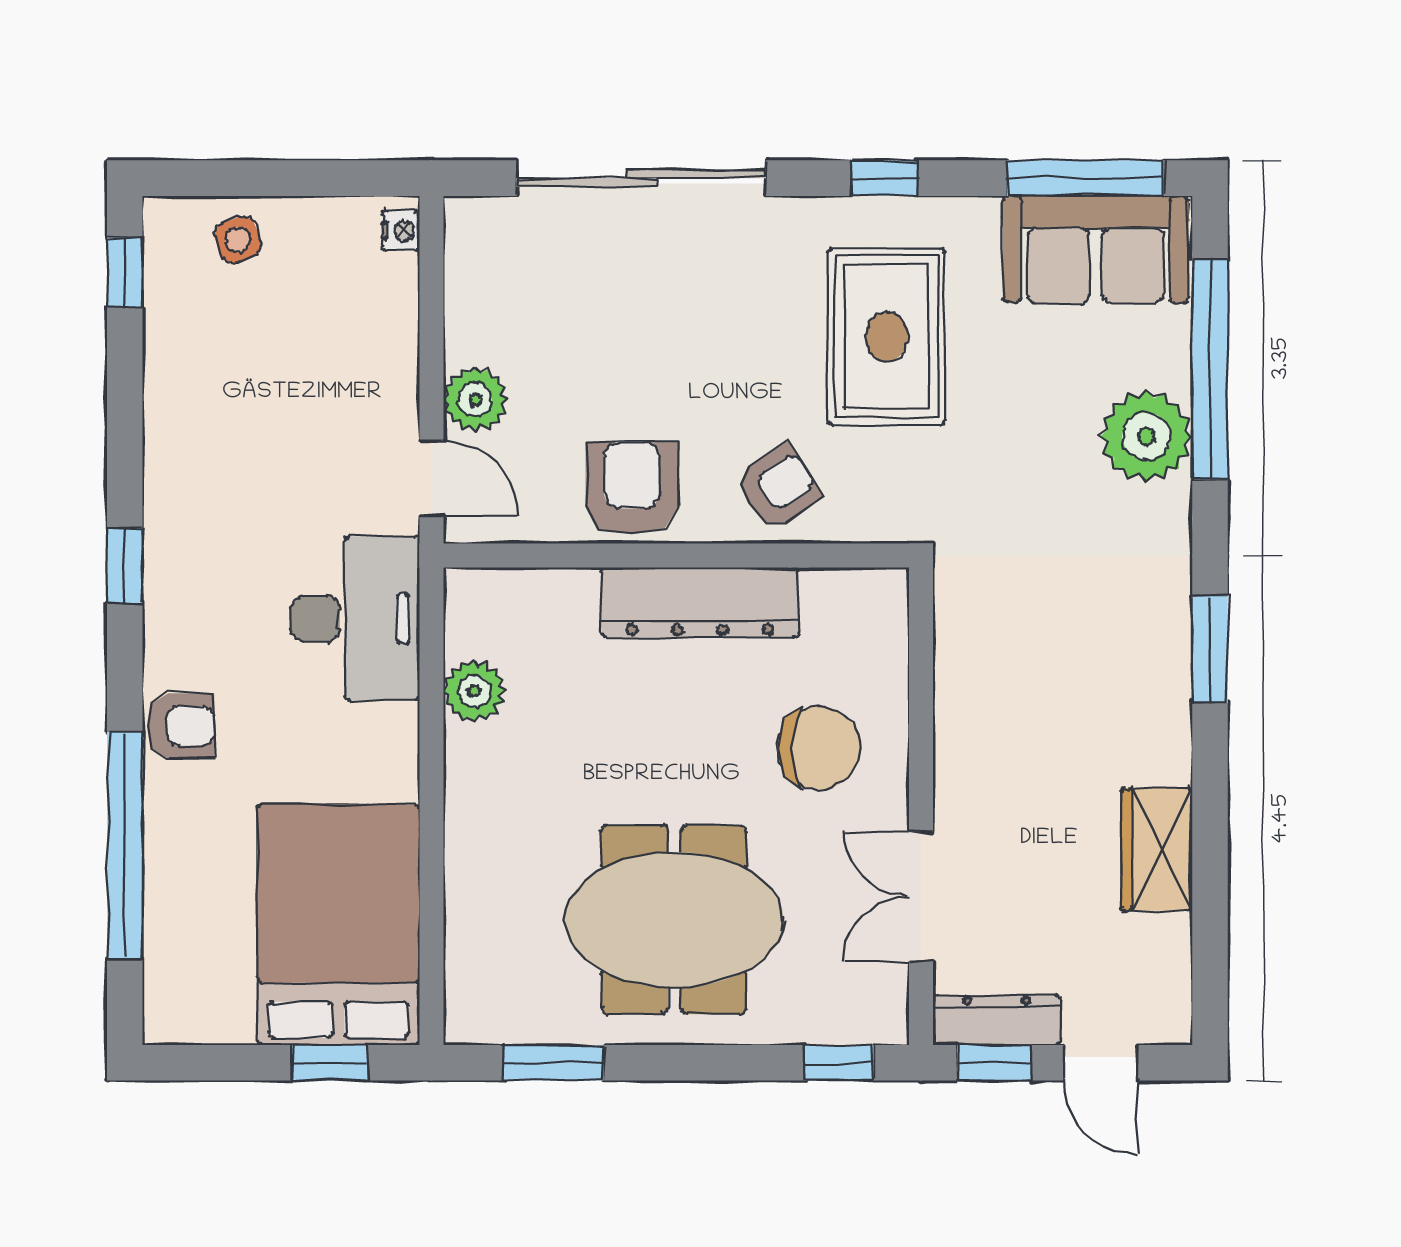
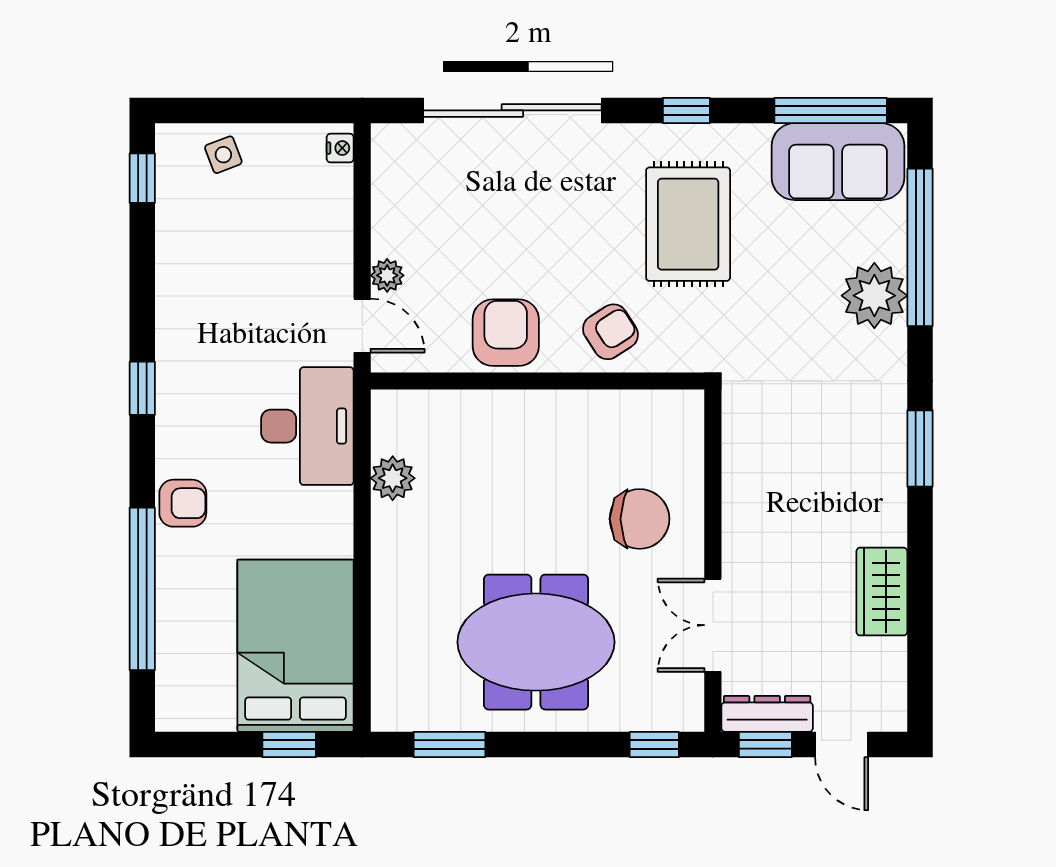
plant: (475, 400) -> (387, 275), width x0.73, depth x0.73
dresser: (700, 602) -> (555, 415), removed

